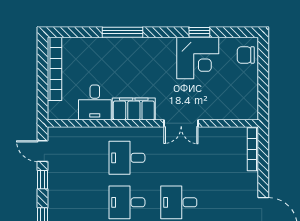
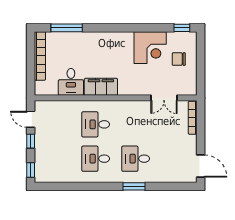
window: (123, 32) -> (67, 28), moved
window: (199, 32) -> (182, 28), moved
chair: (246, 55) -> (179, 59), moved
double door: (181, 123) -> (164, 98), moved

